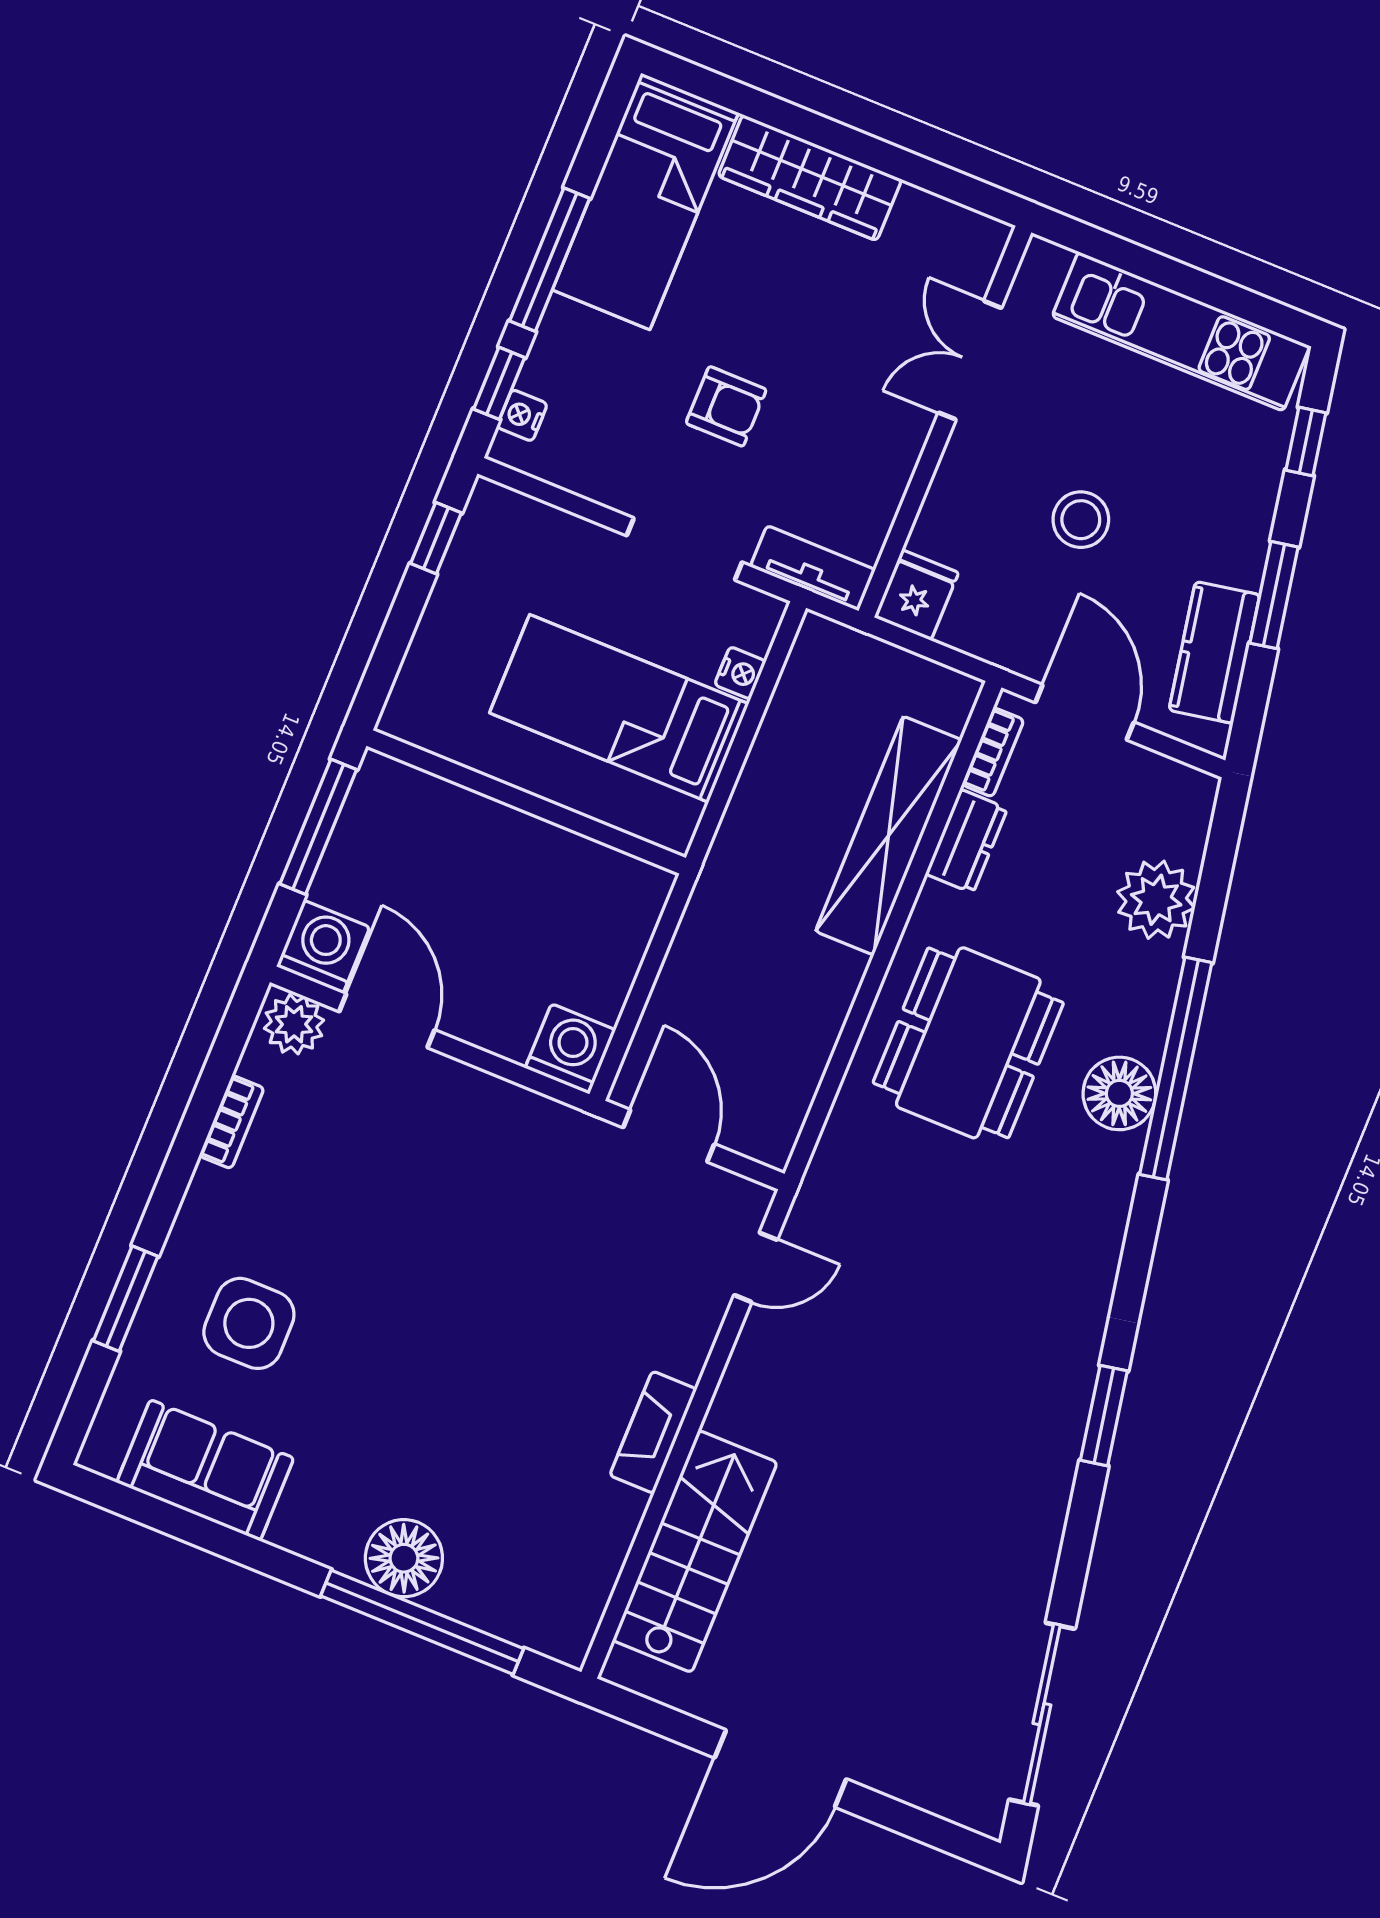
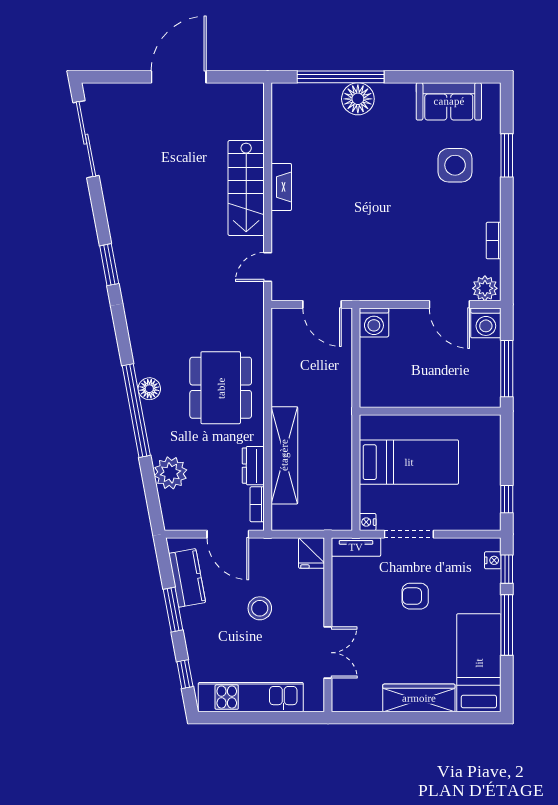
nightstand: (740, 673) -> (368, 522), moved
floor lamp: (1119, 1093) -> (149, 389), width x0.73, depth x0.73
stairs: (695, 1551) -> (246, 188), moved

